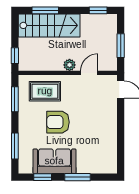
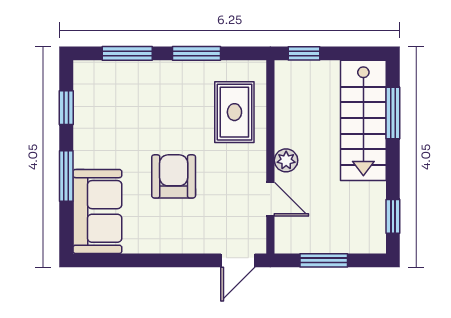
window: (15, 99) -> (196, 53), moved
armchair: (58, 122) -> (174, 176), moved
sofa: (54, 161) -> (97, 211), moved

